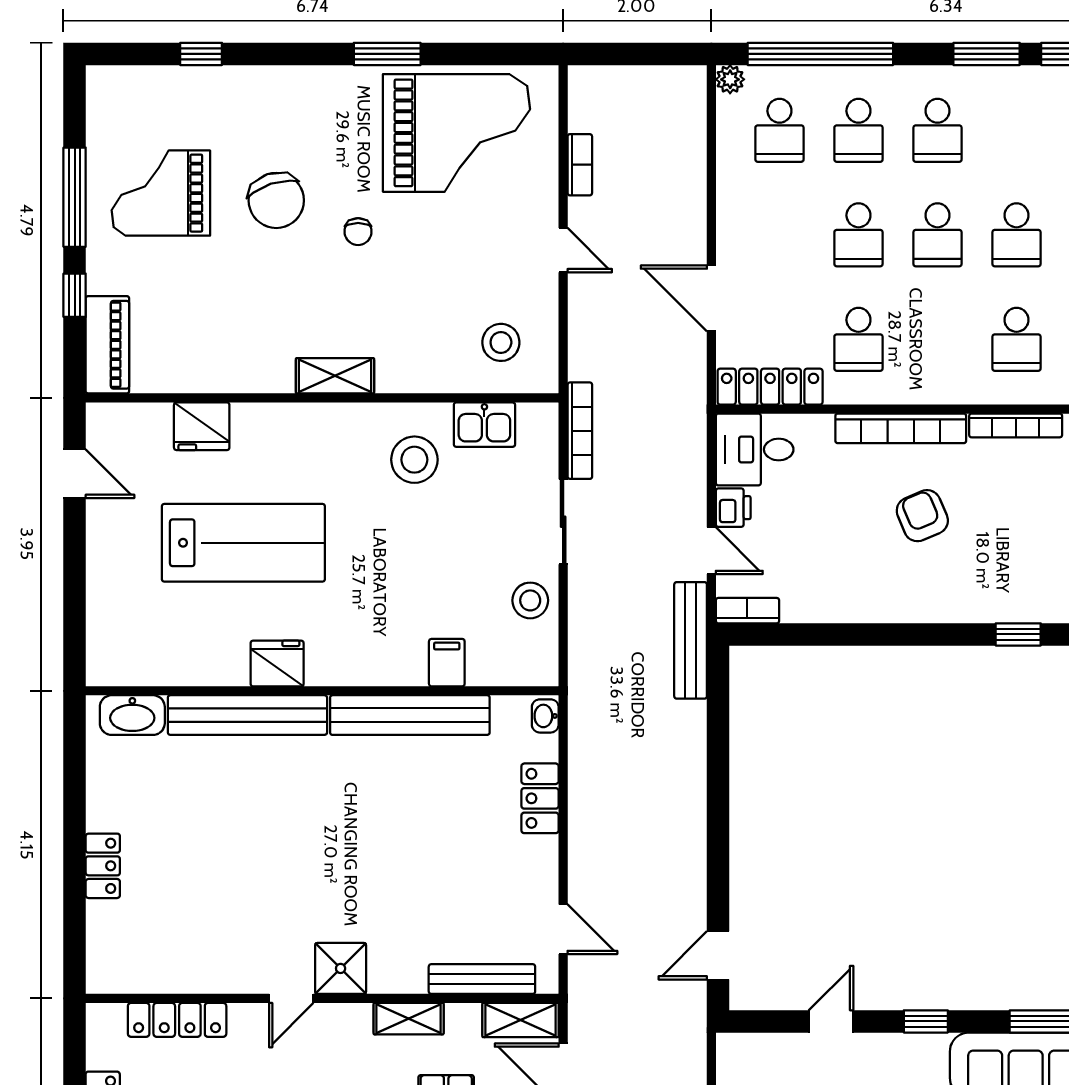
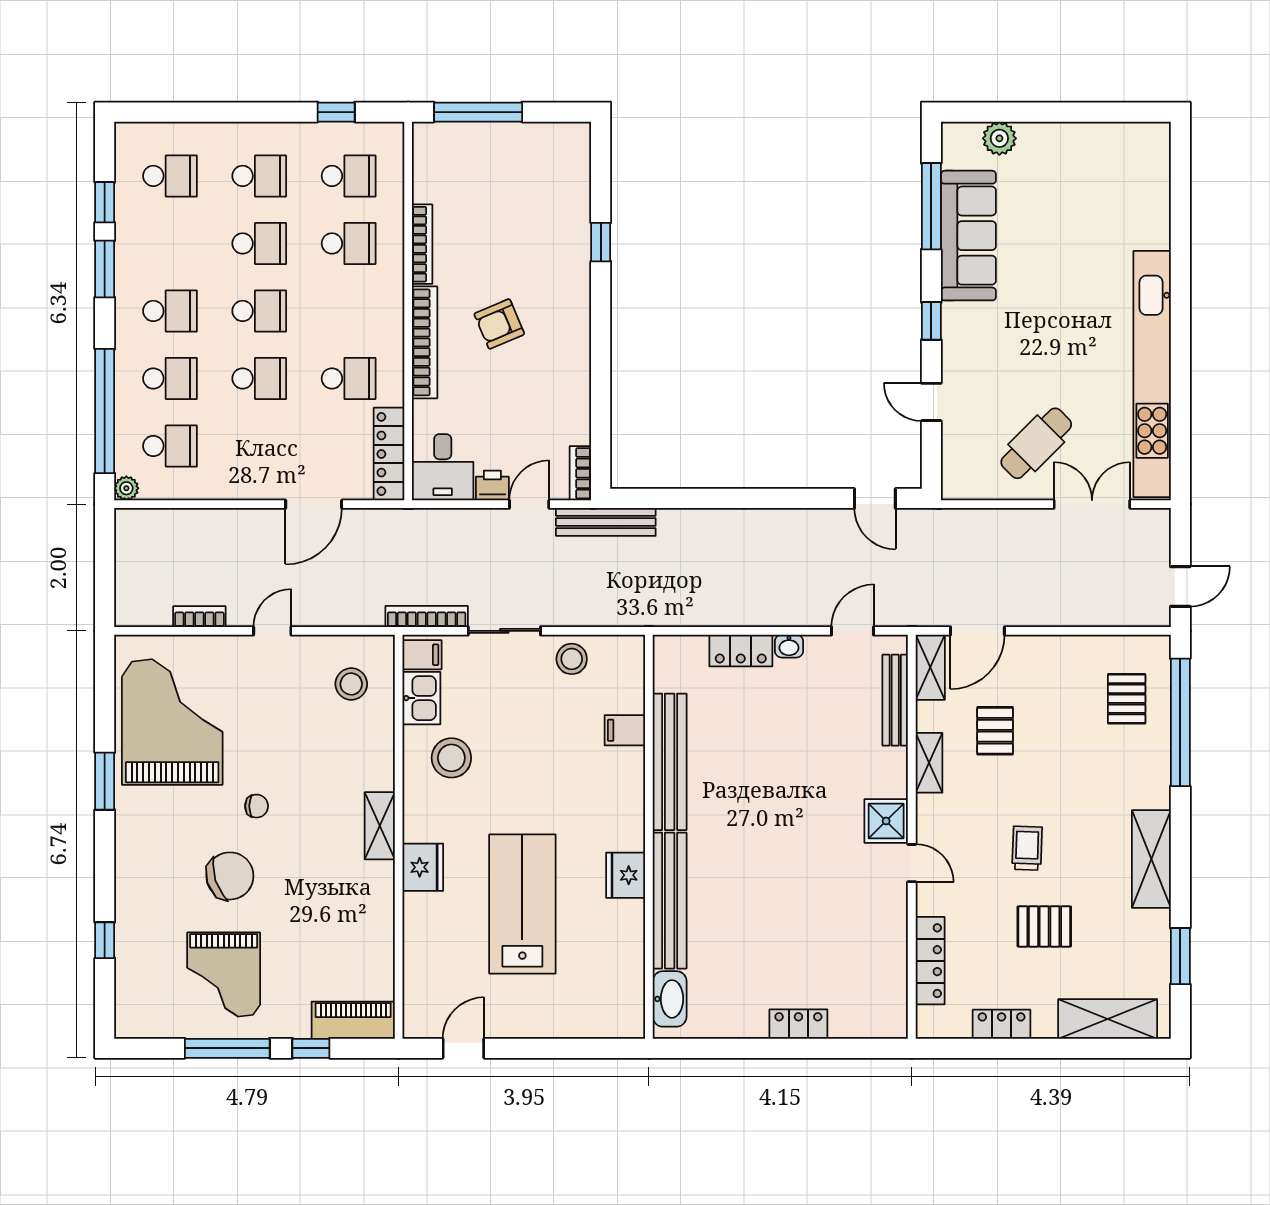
filing cabinet: (535, 425) -> (422, 655), added
fridge: (202, 426) -> (423, 867), moved
washbasin: (545, 716) -> (789, 646), moved

